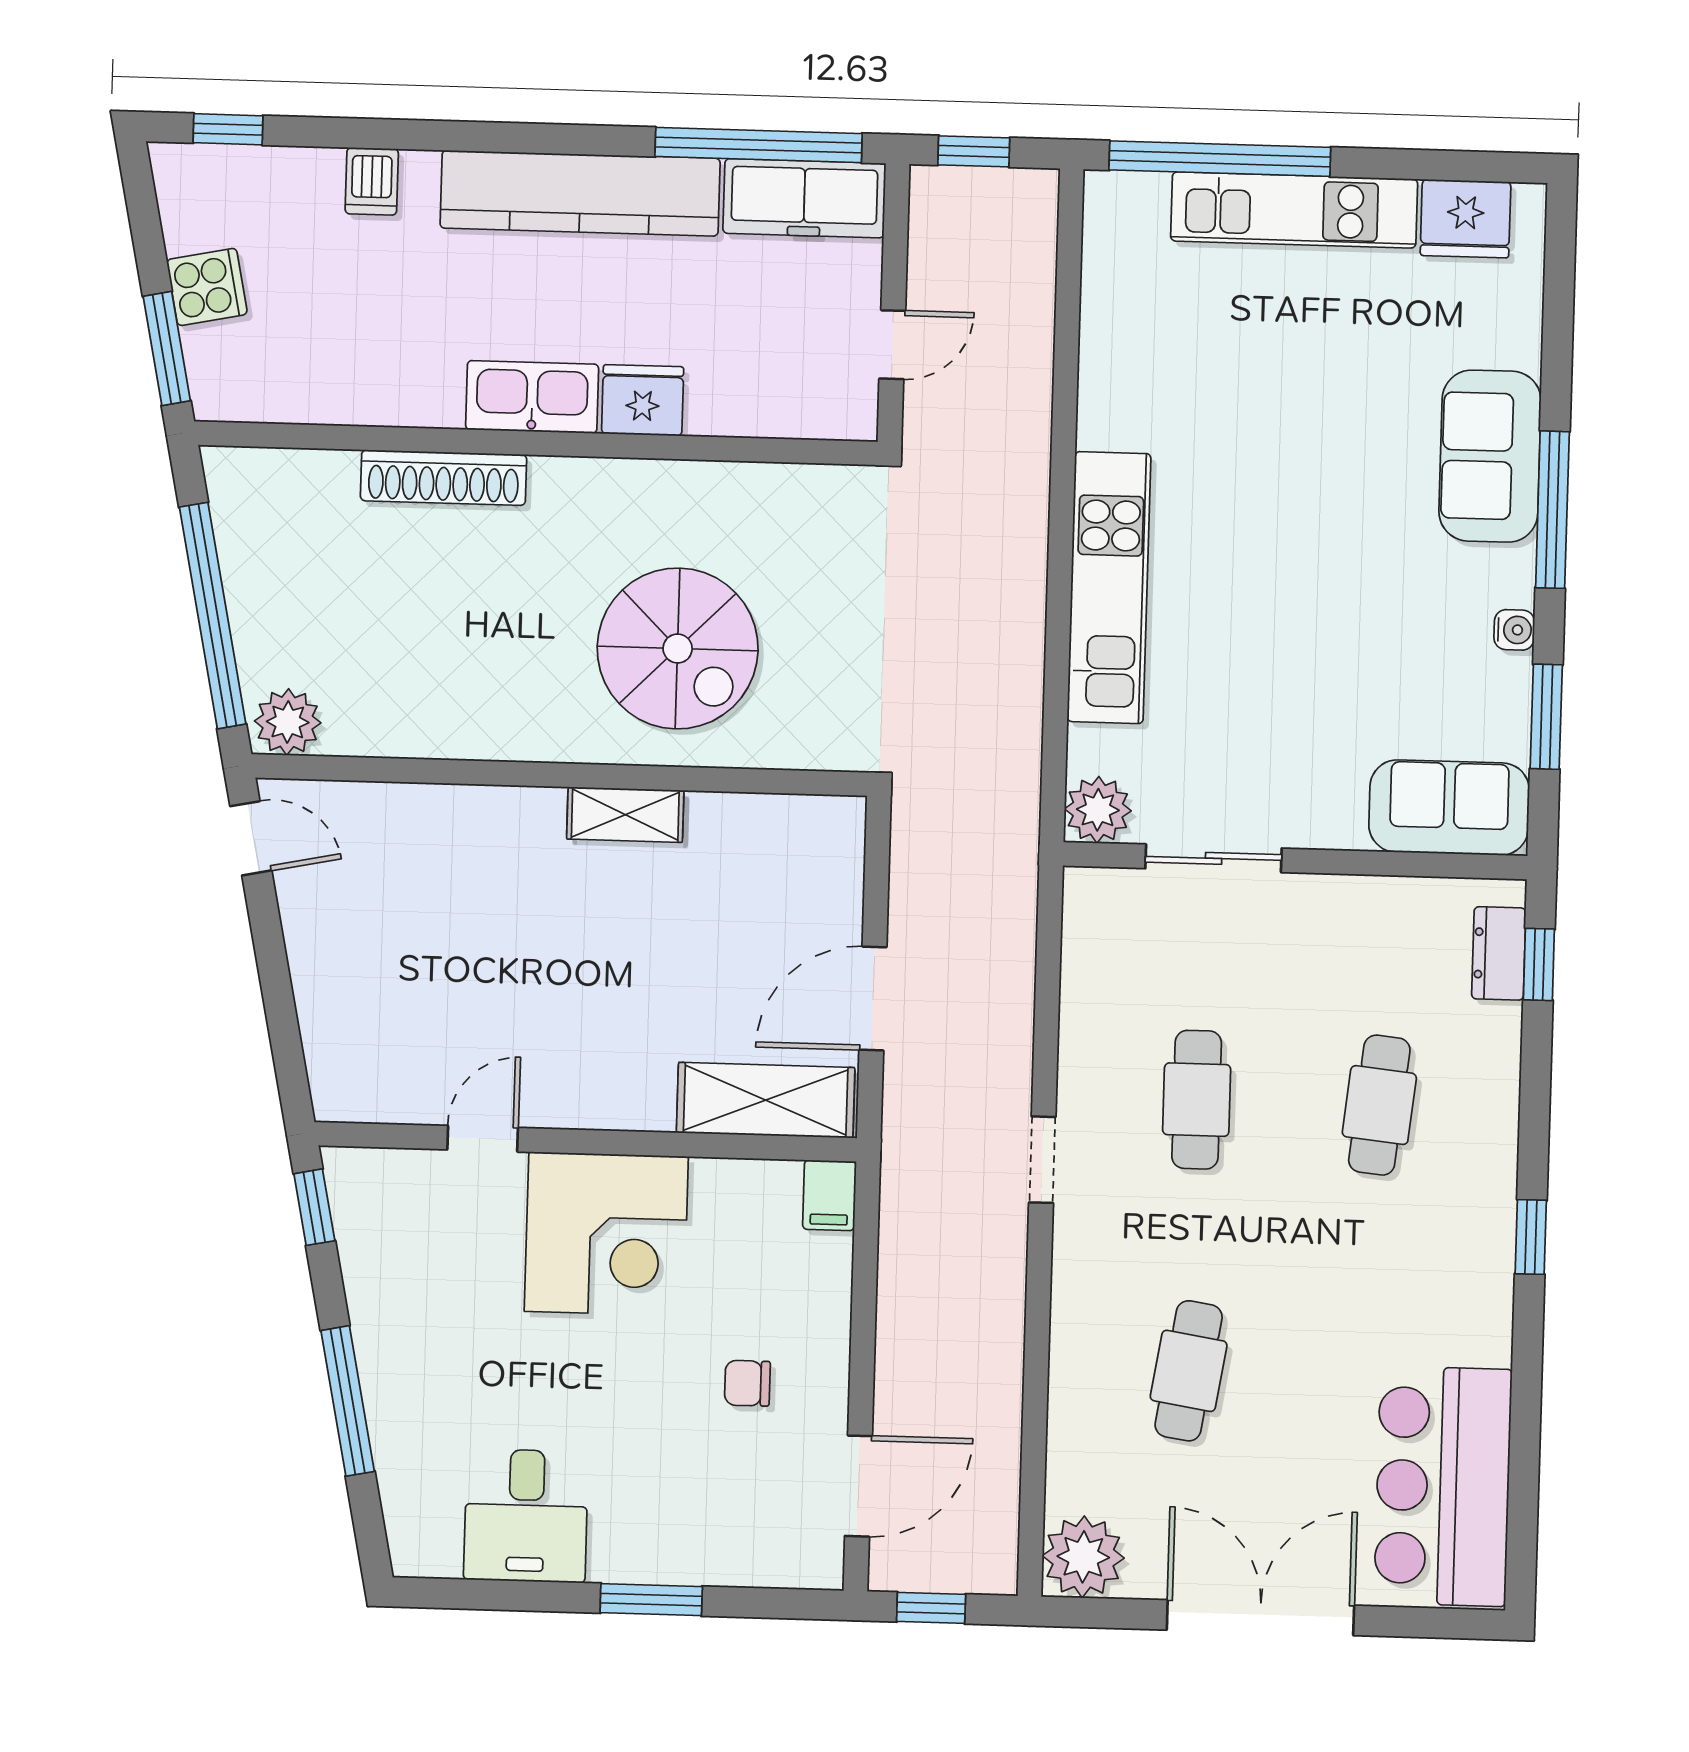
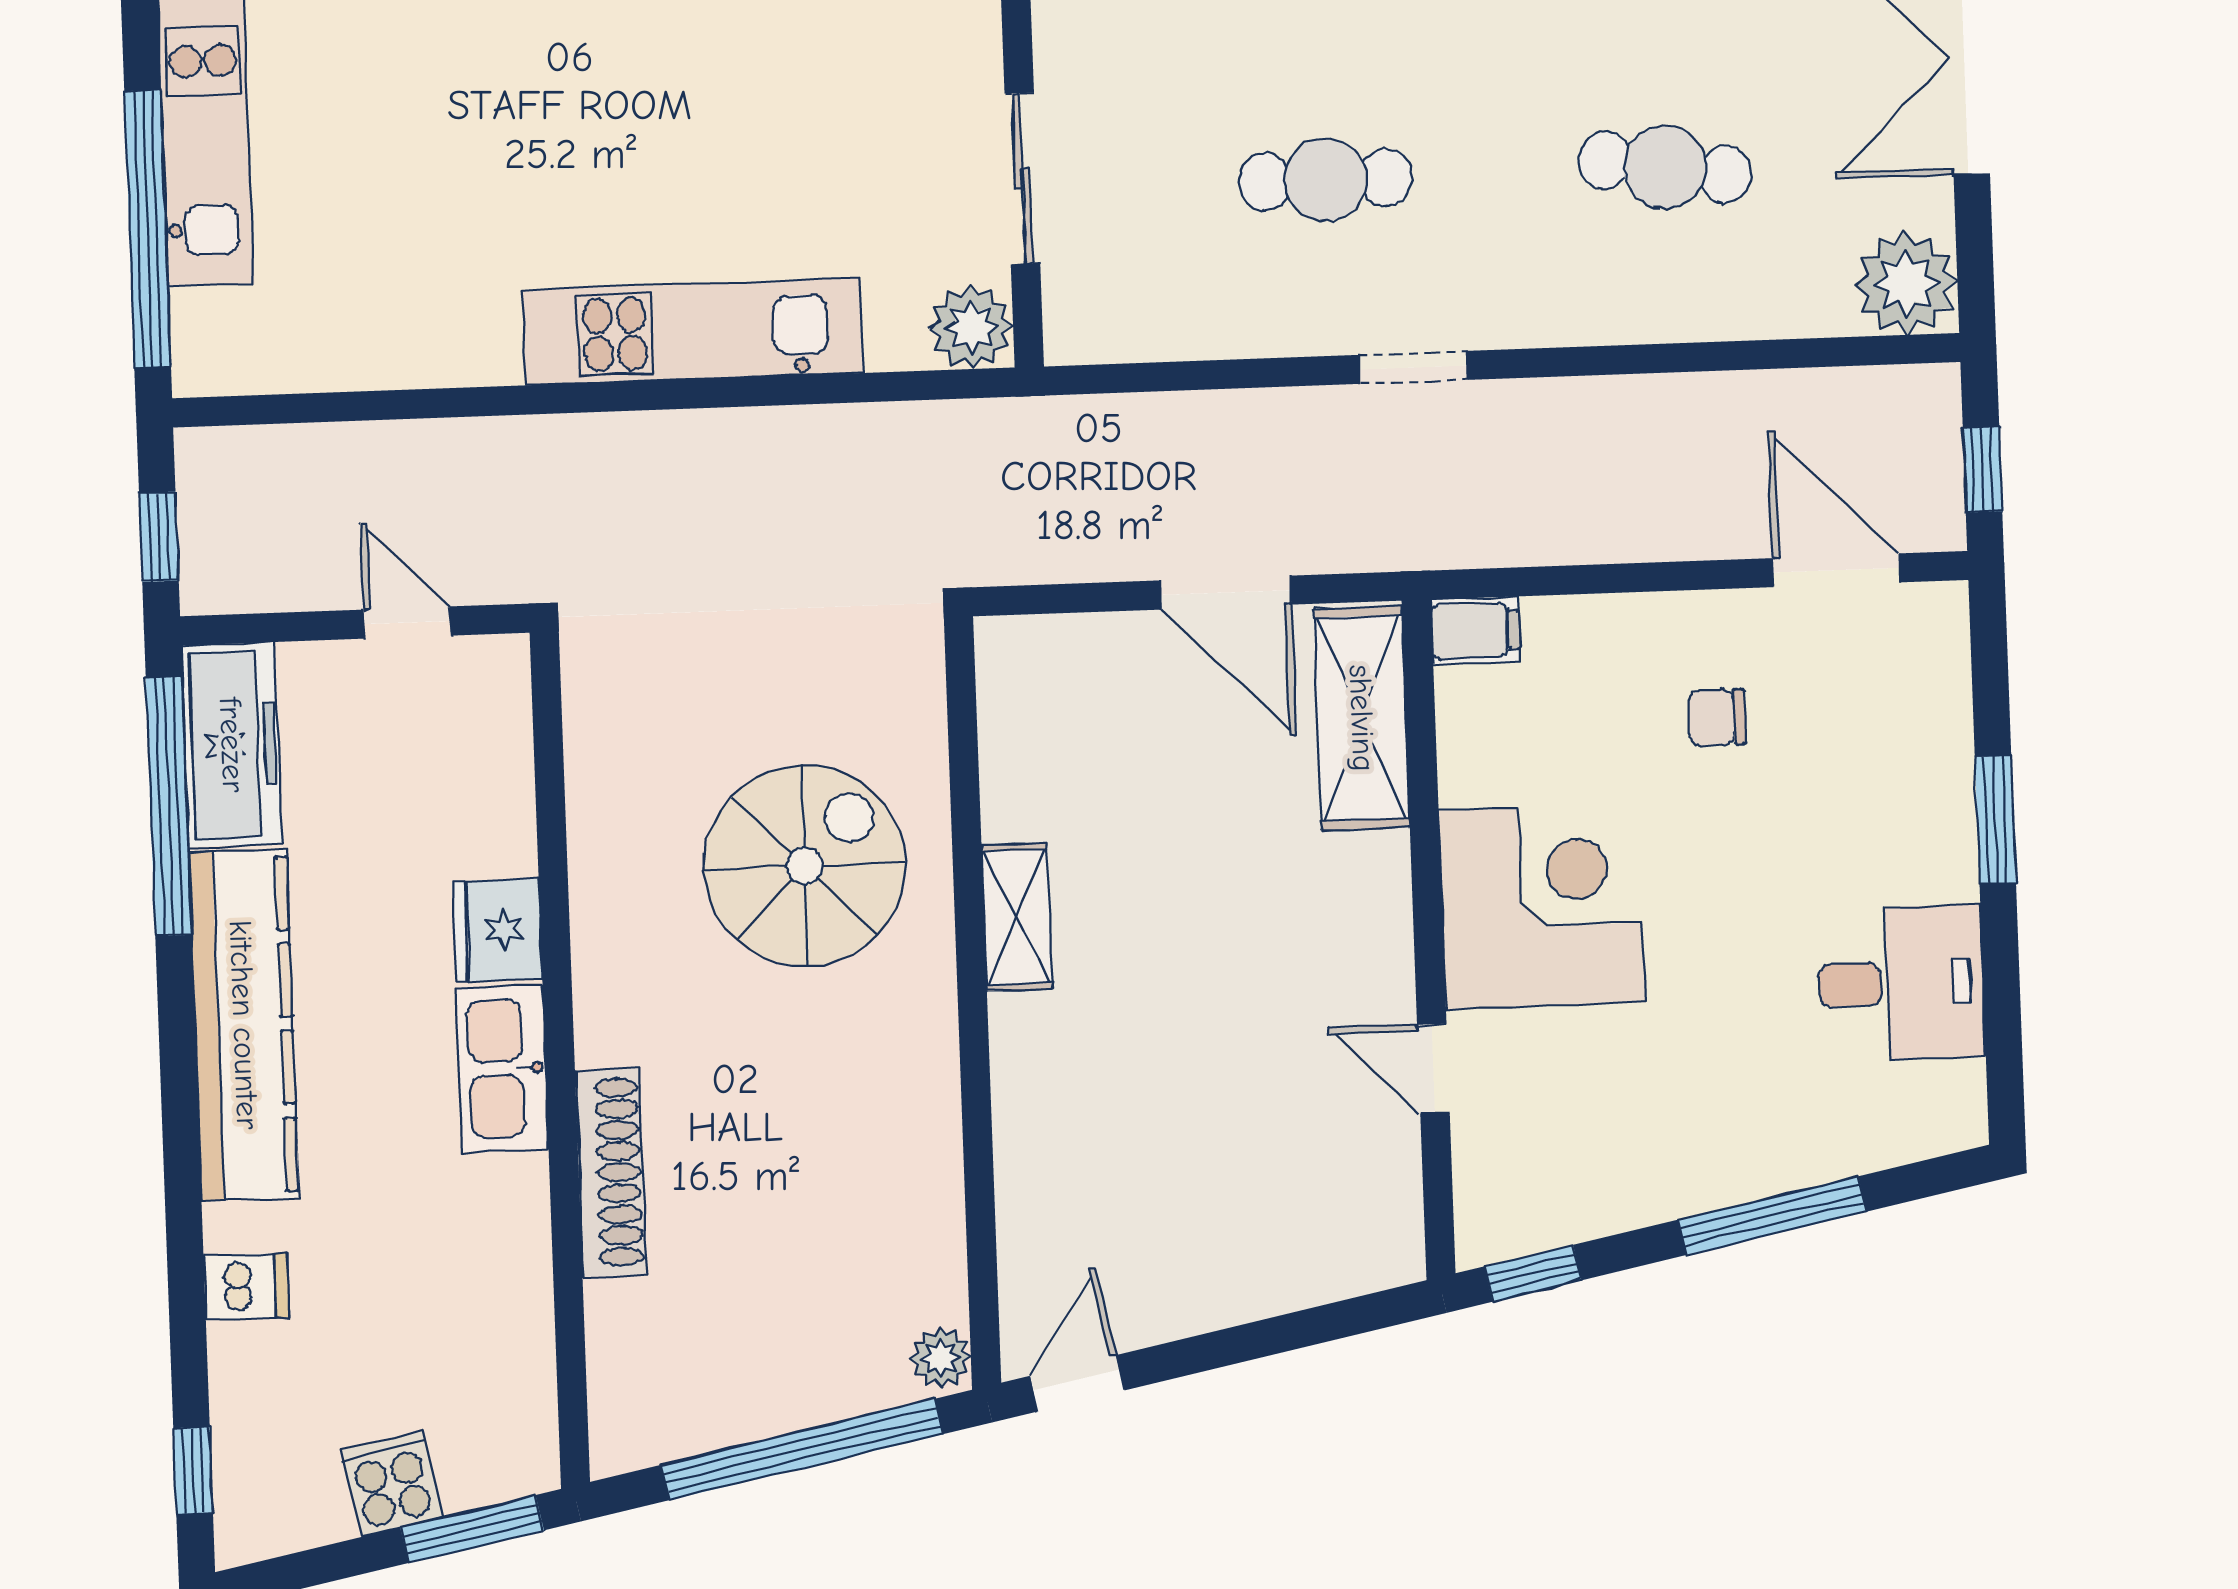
plant: (288, 722) -> (941, 1358), width x0.73, depth x0.73
chair: (747, 1383) -> (1717, 718), turned 90

